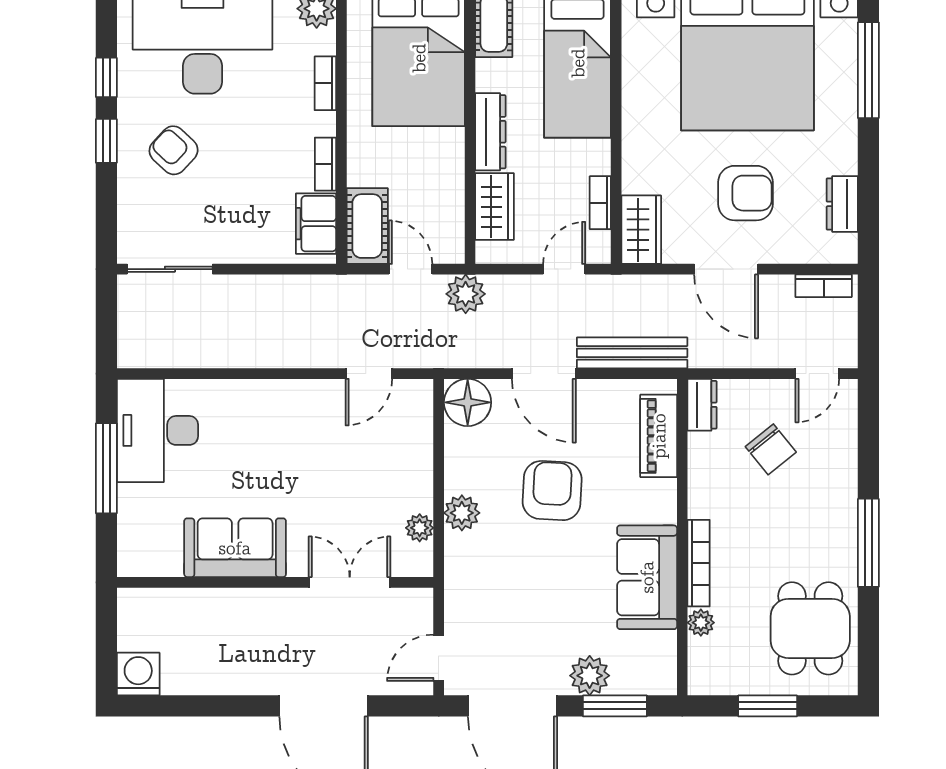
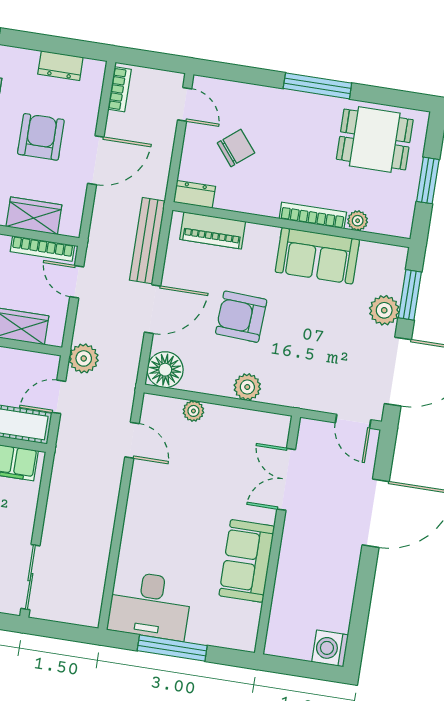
bookcase: (600, 203) -> (42, 249), width x1.56
wardrobe: (641, 230) -> (34, 216), moved
plant: (420, 528) -> (193, 411), moved

